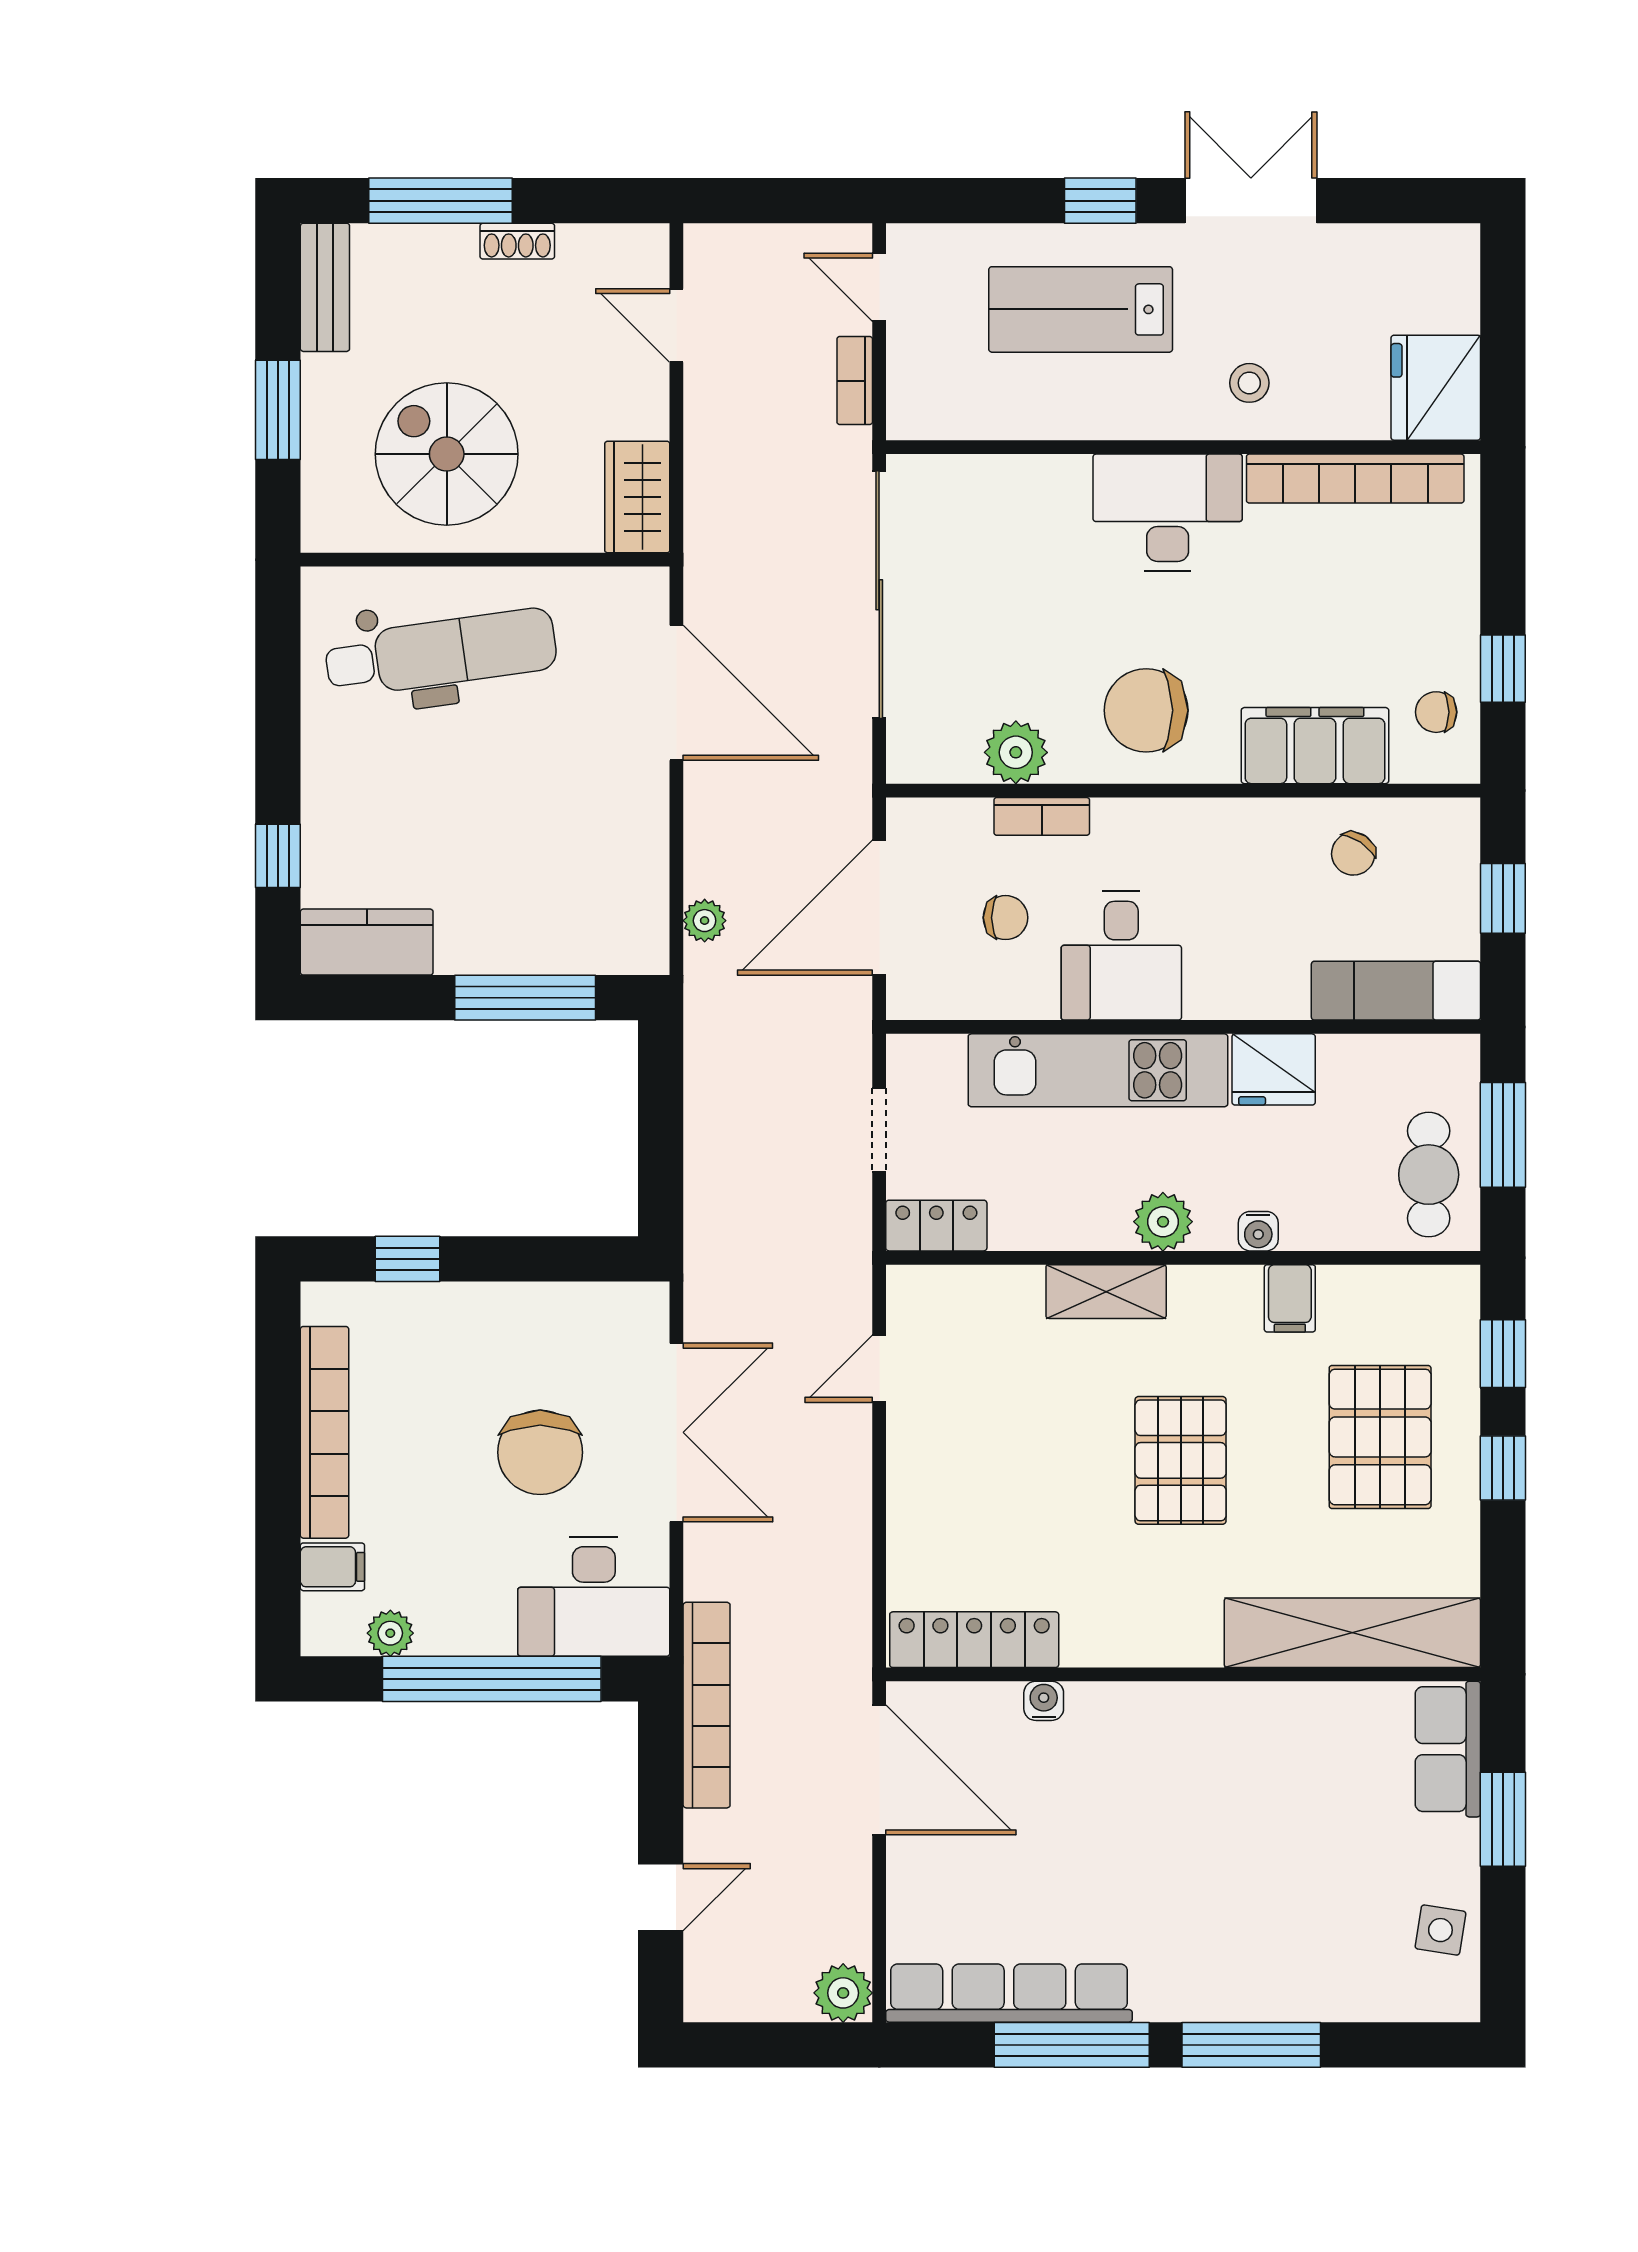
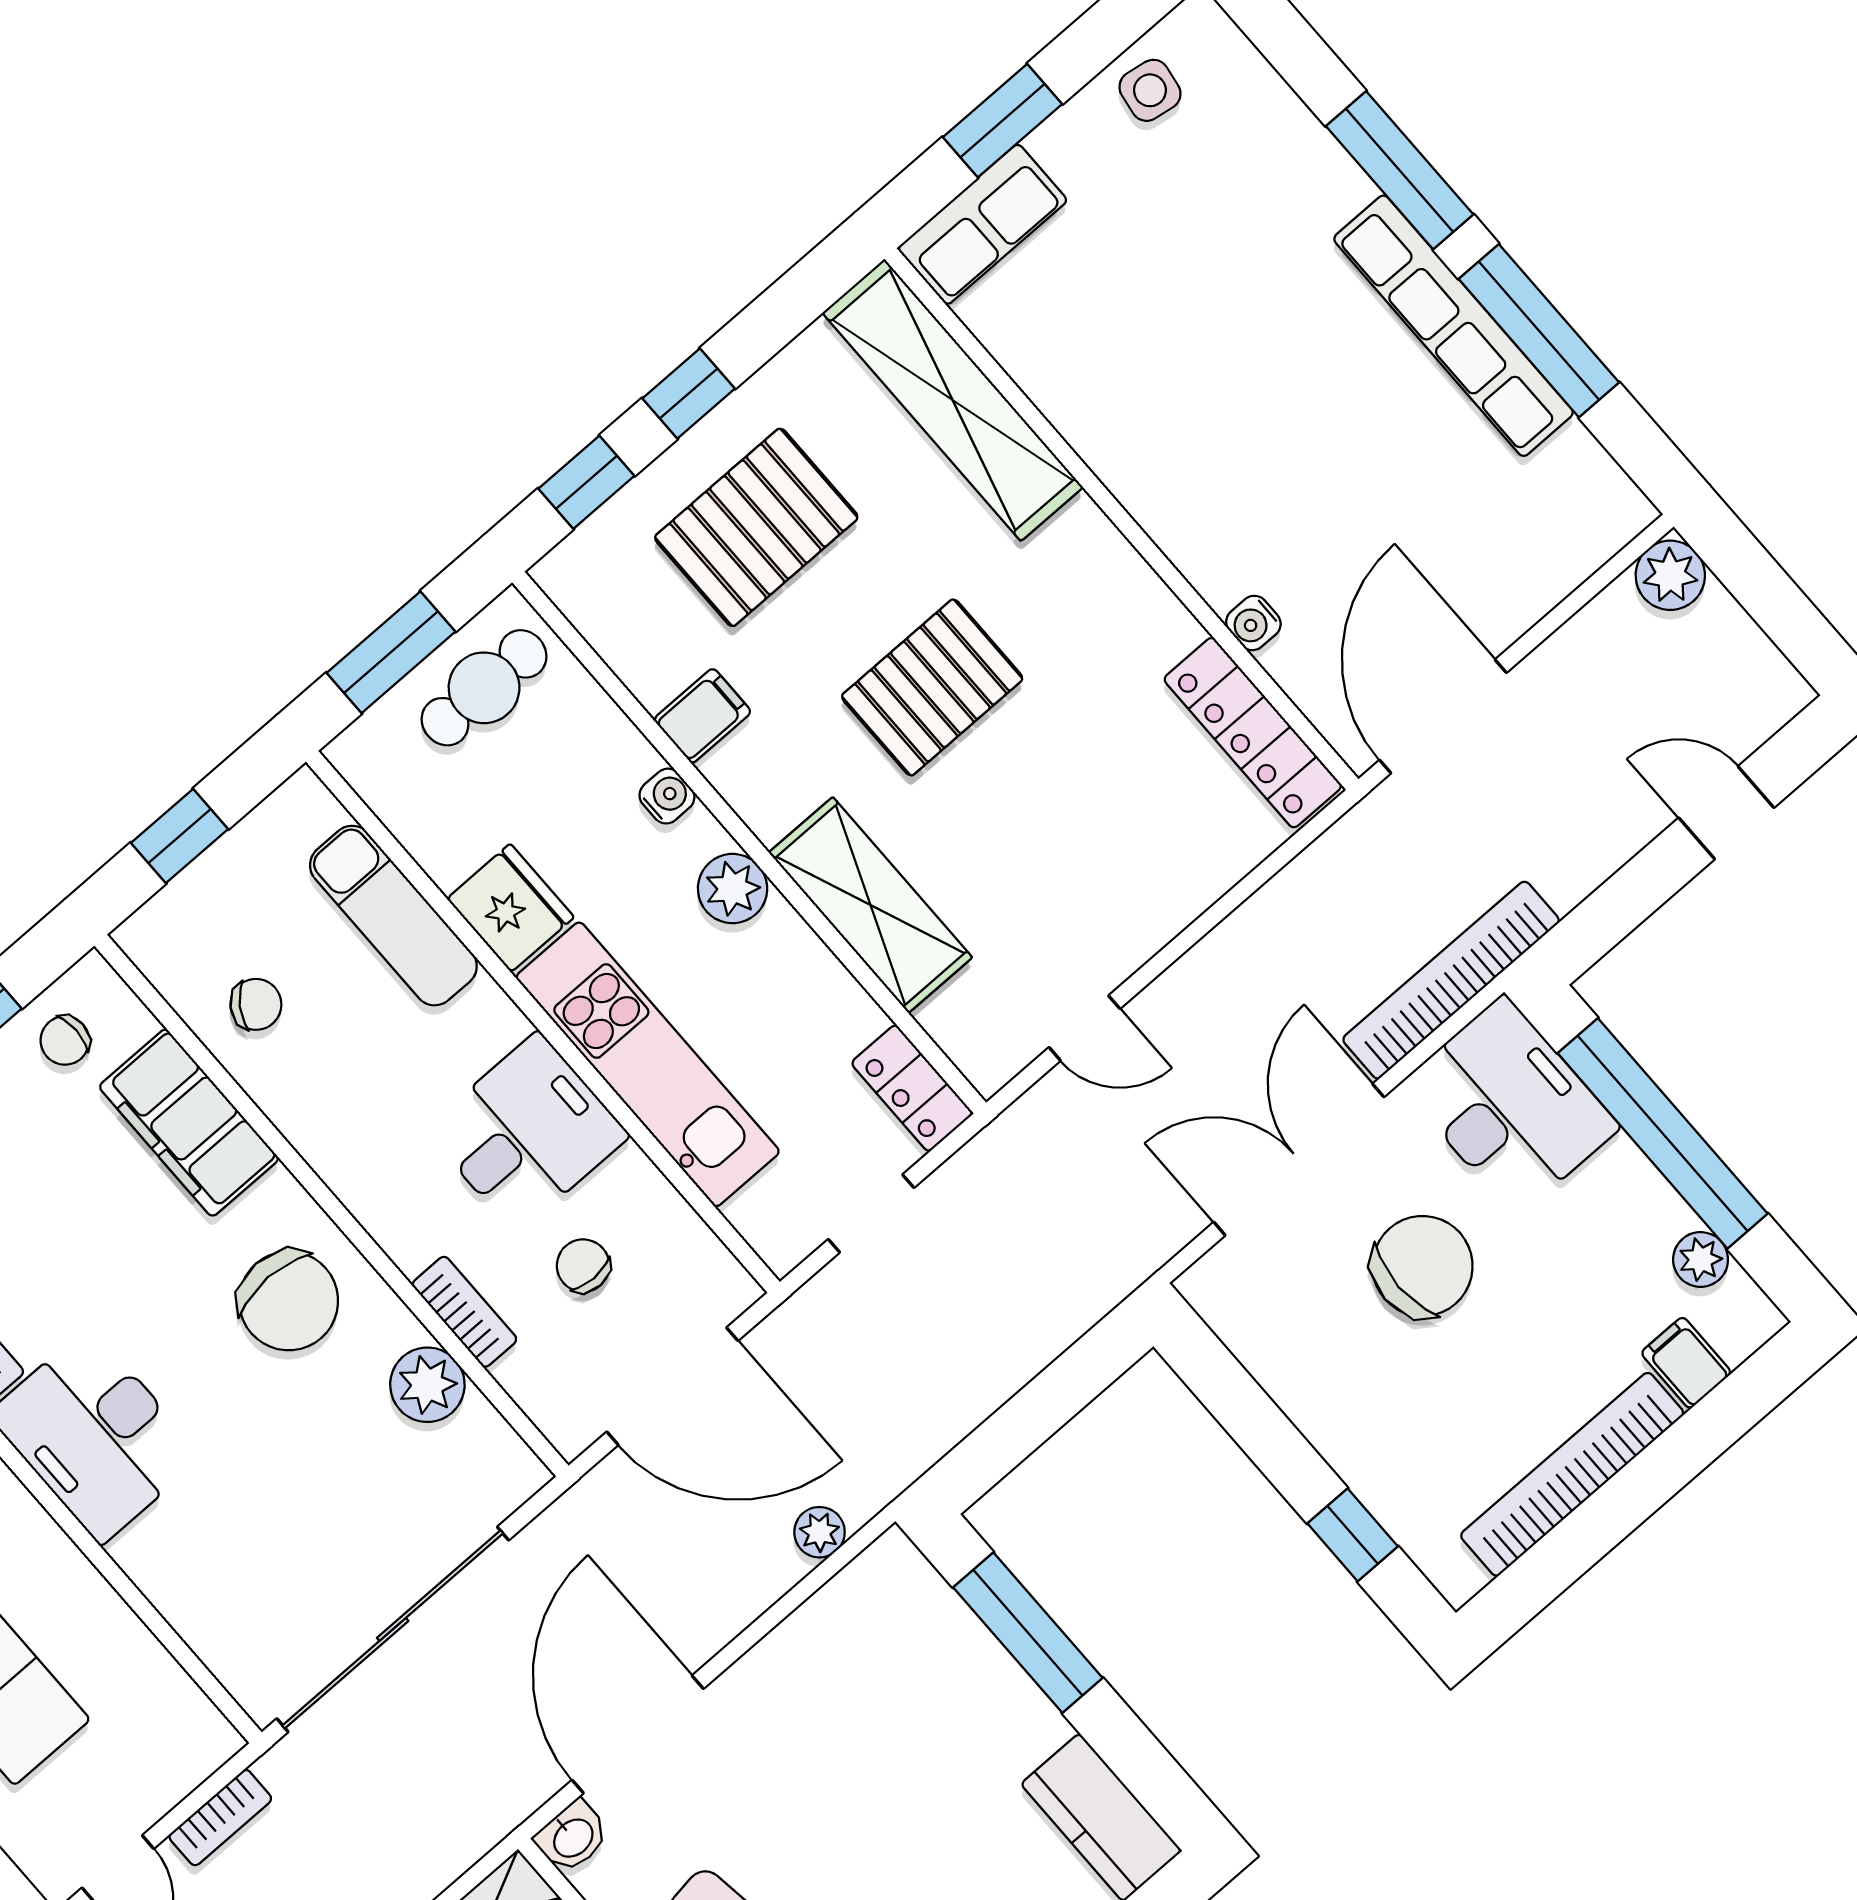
washbasin: (647, 594) -> (572, 1837), added
chair: (1436, 712) -> (65, 1040), turned 90
exam couch: (1396, 991) -> (393, 916), moved
shelving: (1106, 1292) -> (871, 905), width x1.50, depth x1.33
bookcase: (707, 1705) -> (1451, 980), moved
row of seats: (1009, 1993) -> (1454, 326), moved

